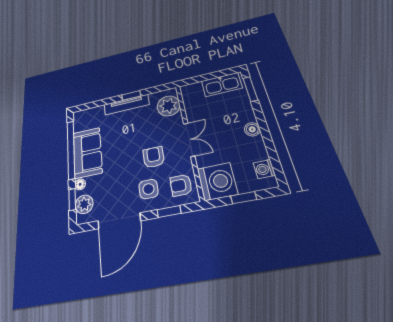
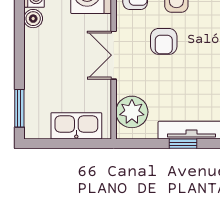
kitchen sink: (222, 84) -> (76, 126), moved
boiler: (252, 129) -> (33, 19), moved

